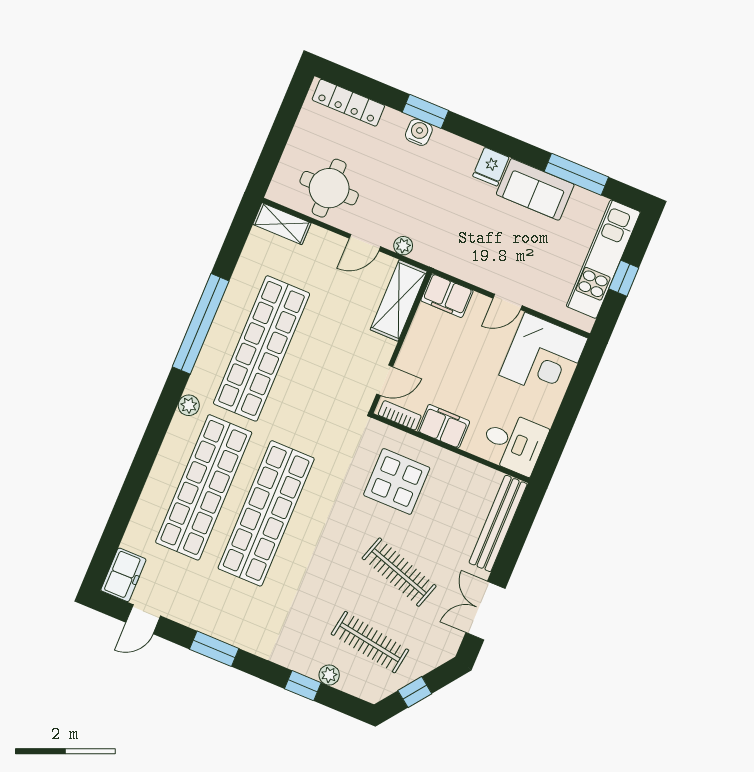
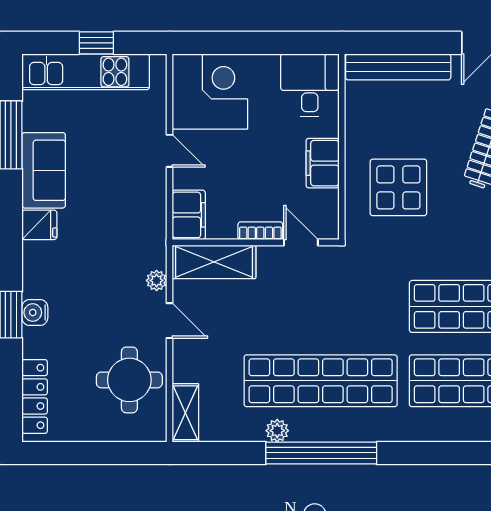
plant: (189, 405) -> (277, 431), moved
bookcase: (400, 415) -> (260, 231), moved, turned 90

